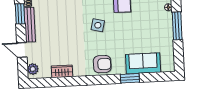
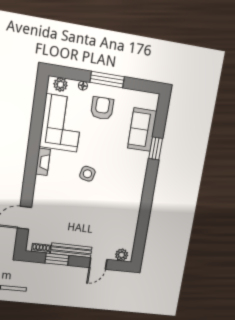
armchair: (102, 64) -> (102, 108), moved
wardrobe: (62, 71) -> (131, 223), removed

